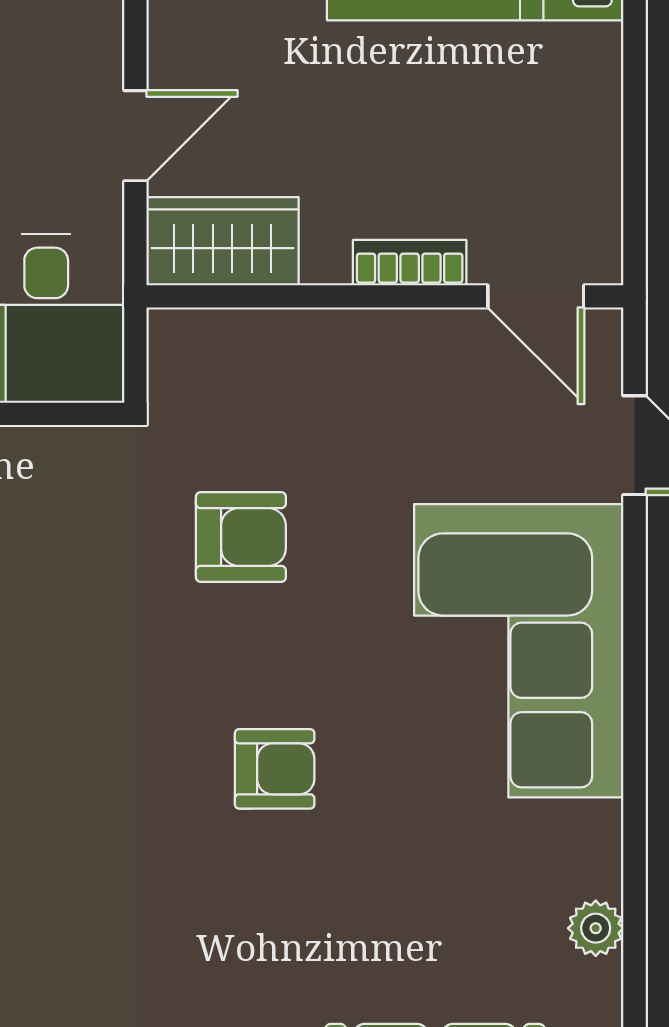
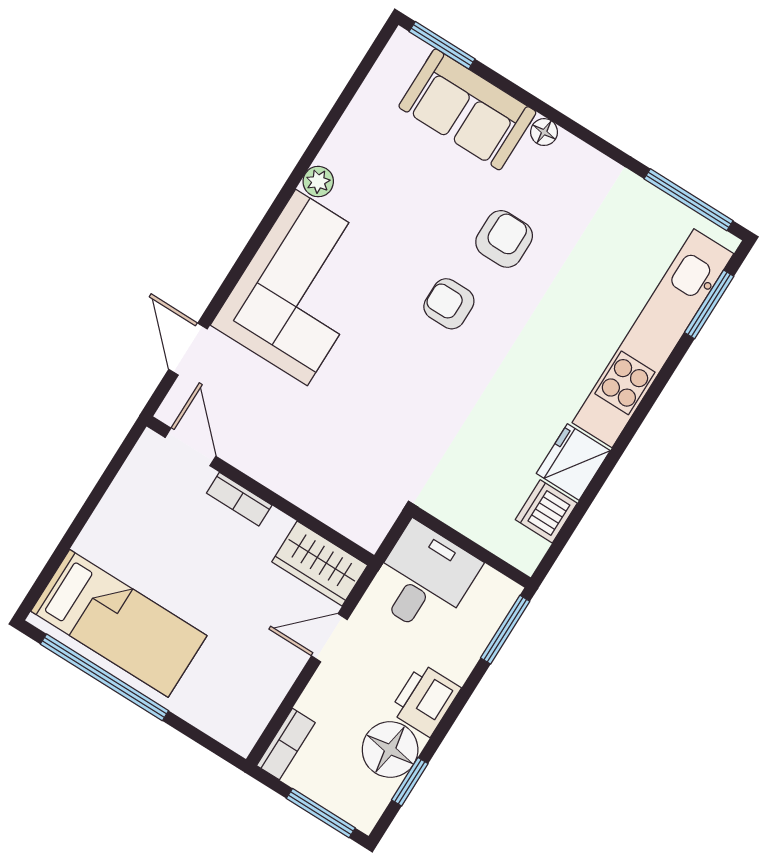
armchair: (241, 537) -> (504, 239), moved, turned 90
plant: (596, 928) -> (318, 182), moved

